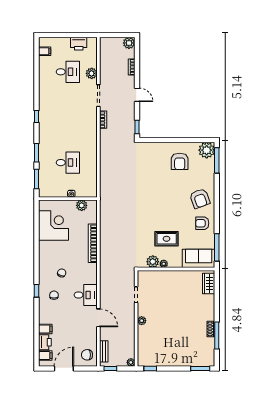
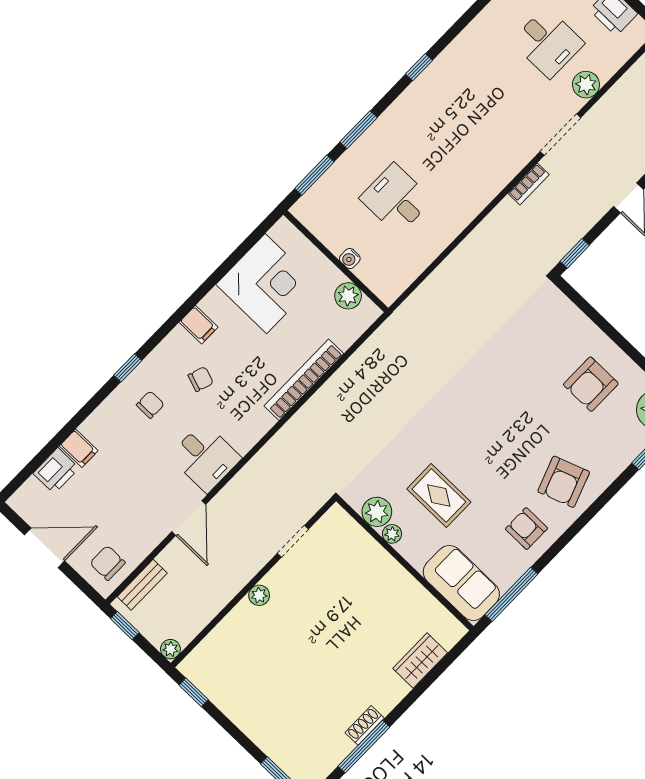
desk: (68, 163) -> (396, 199), turned 180
wardrobe: (209, 283) -> (420, 661), moved
filing cabinet: (45, 356) -> (198, 325), moved

